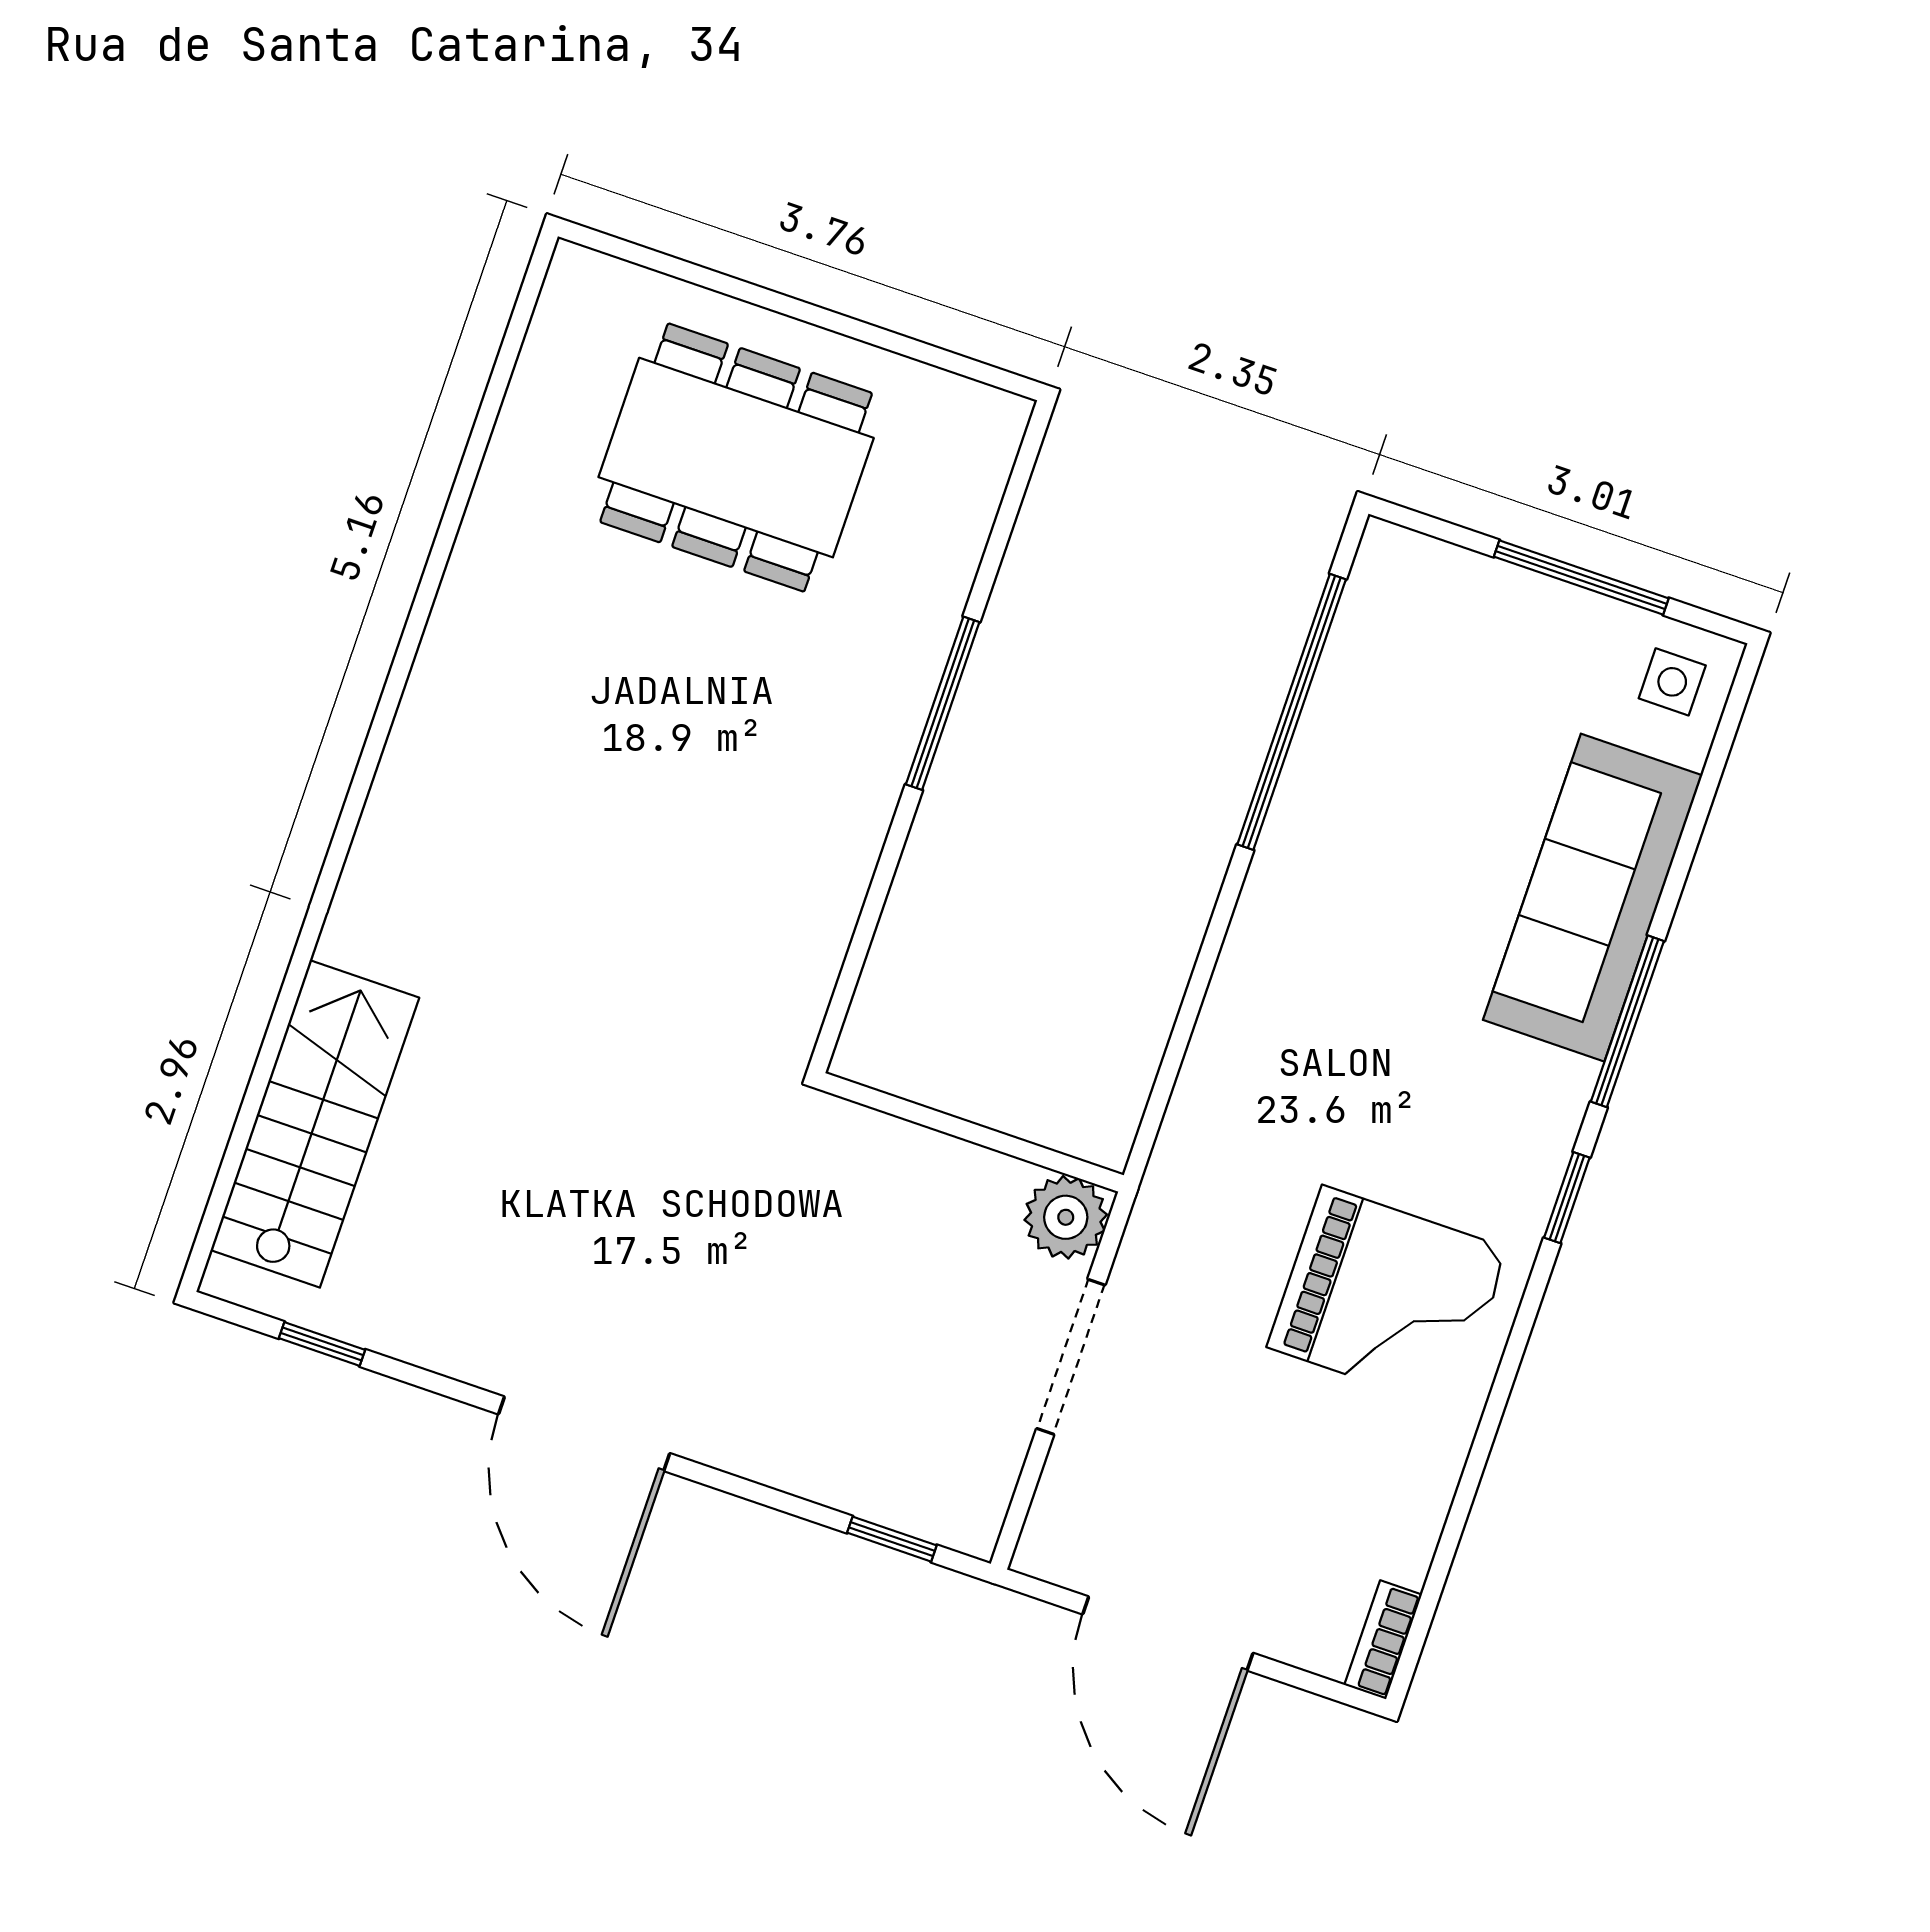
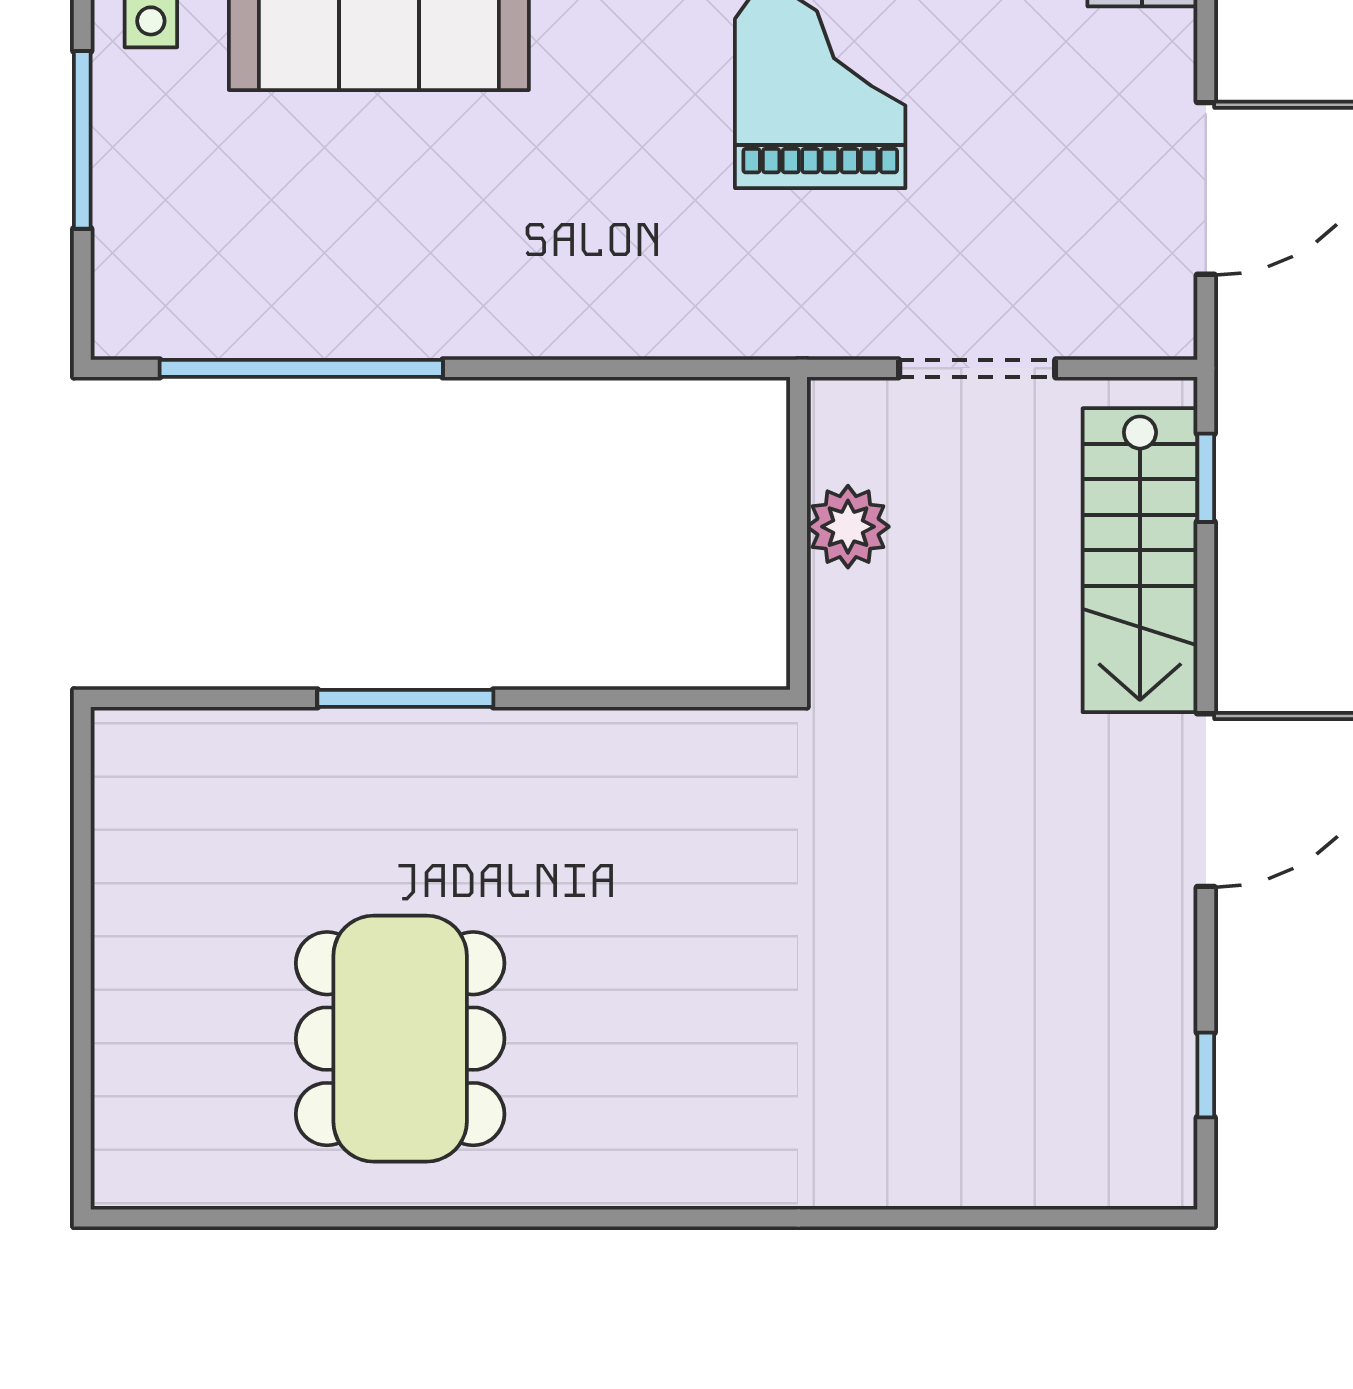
dining table: (736, 458) -> (400, 1039), moved
stairs: (315, 1124) -> (1140, 560), moved, turned -90
plant: (1066, 1217) -> (848, 527), moved

